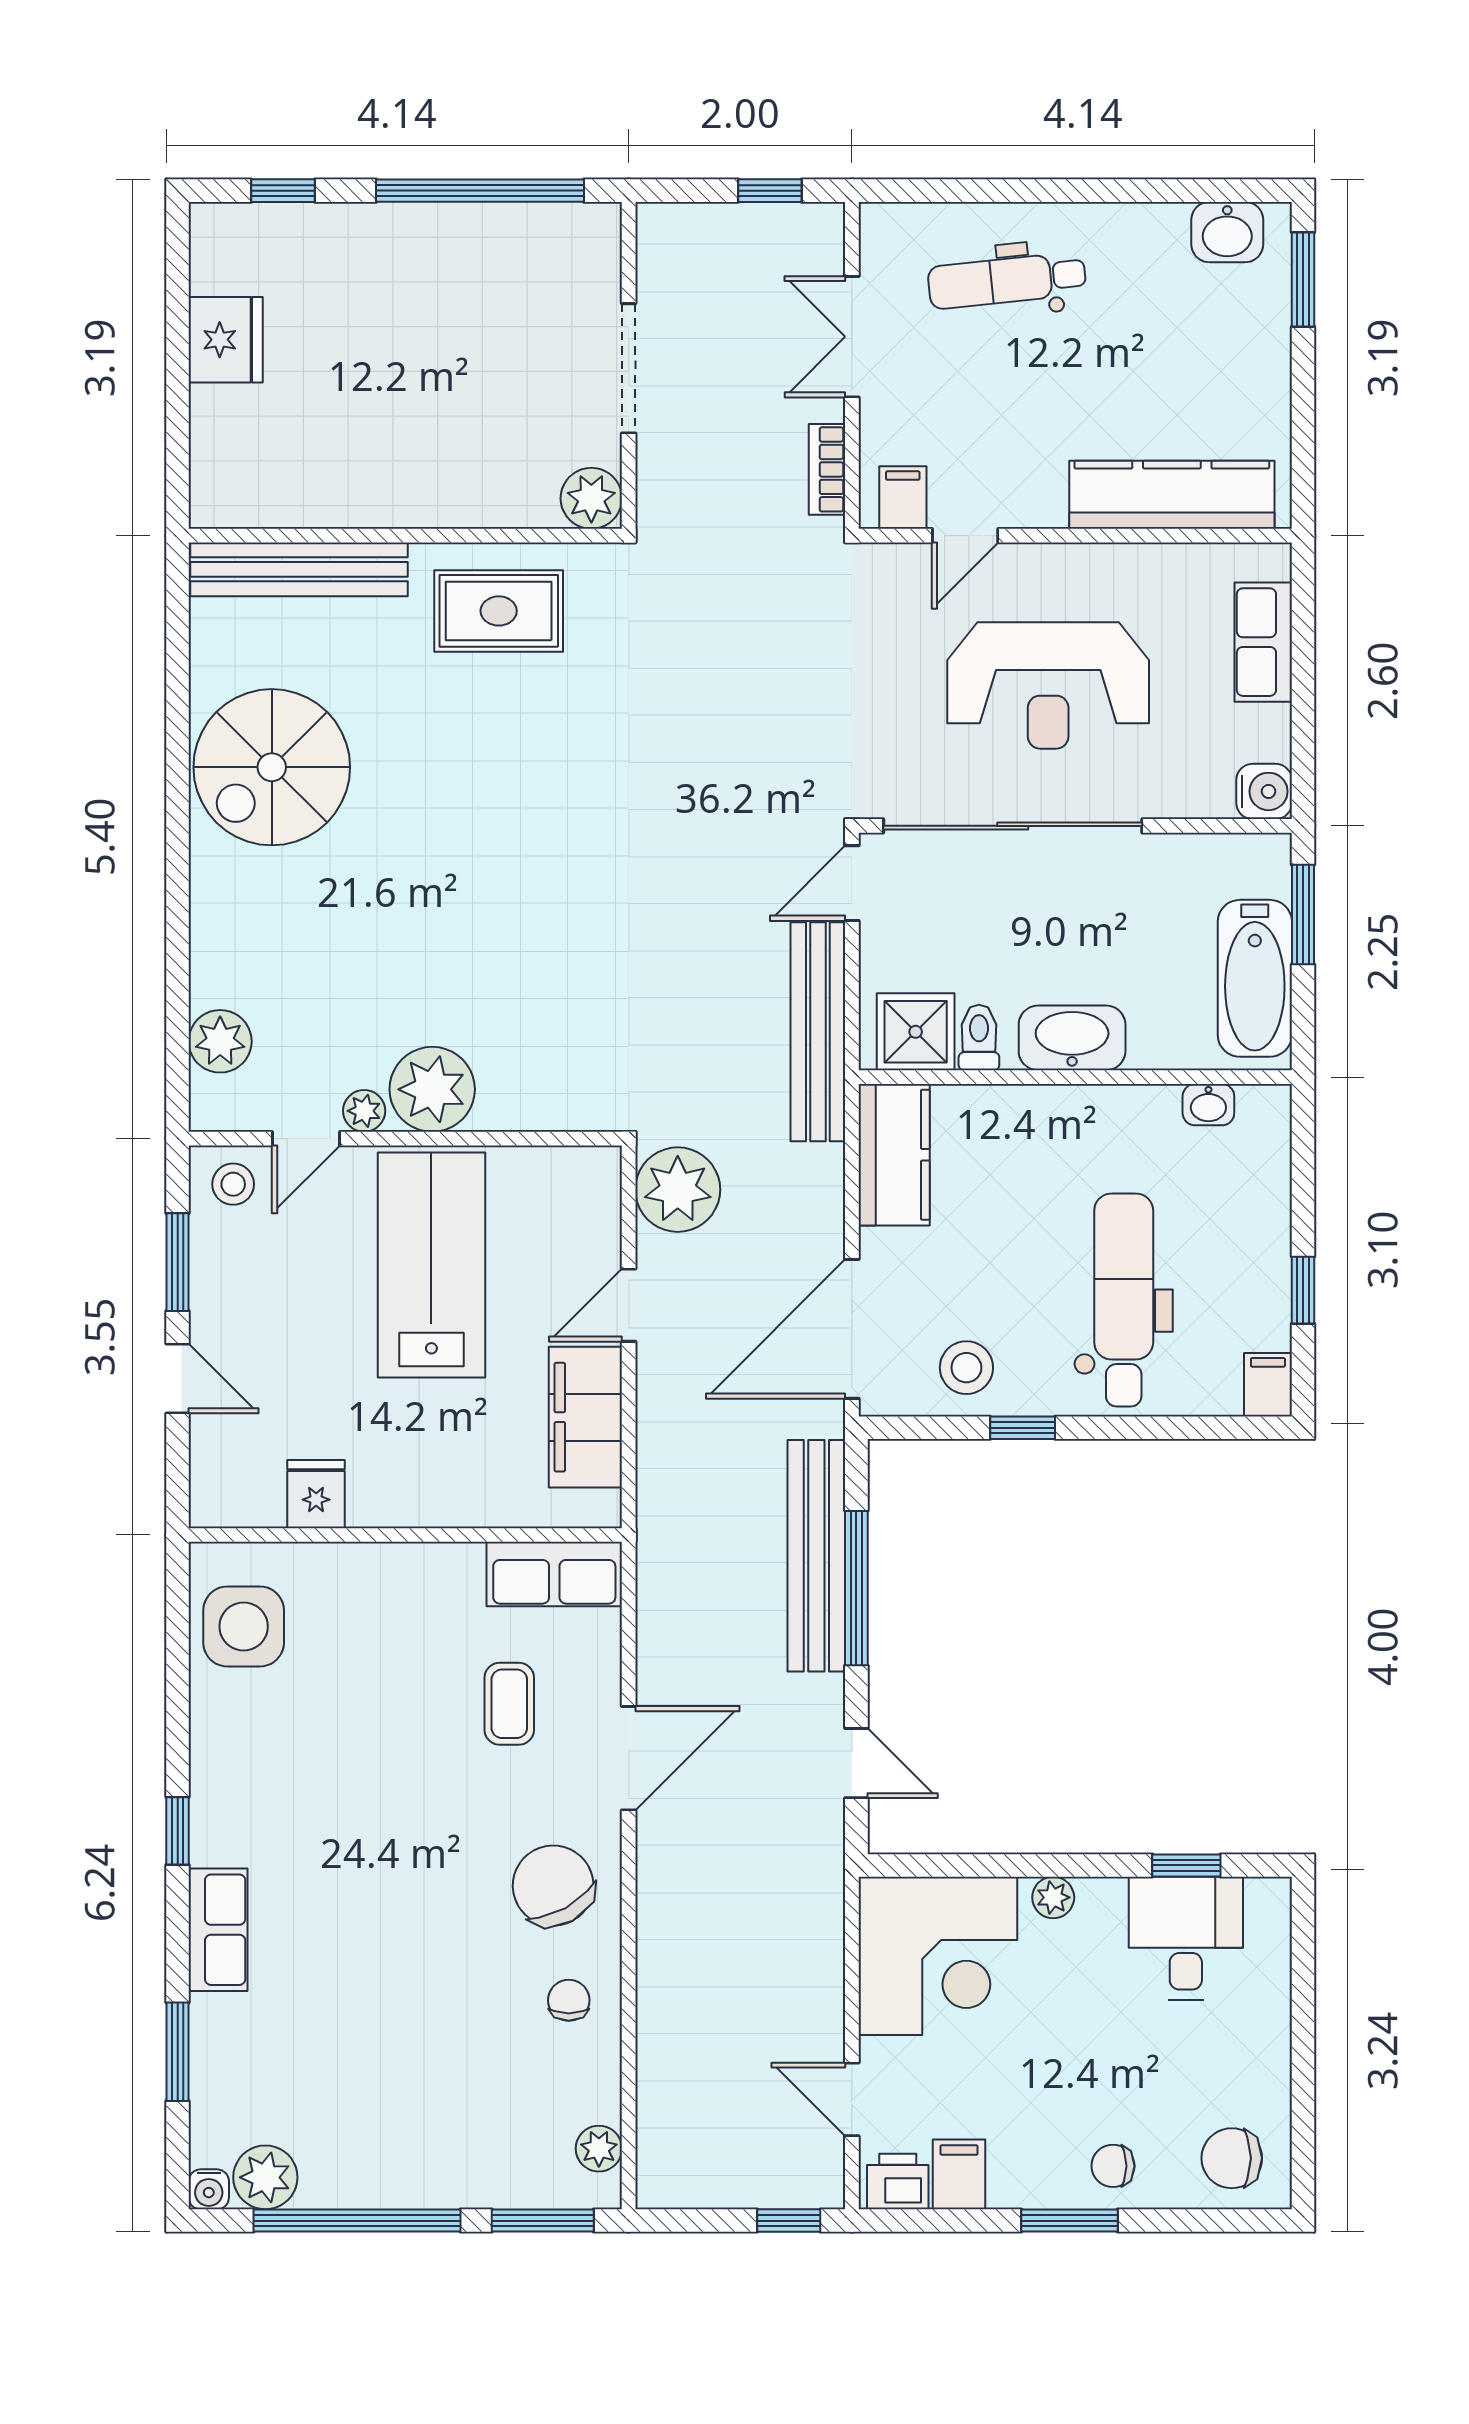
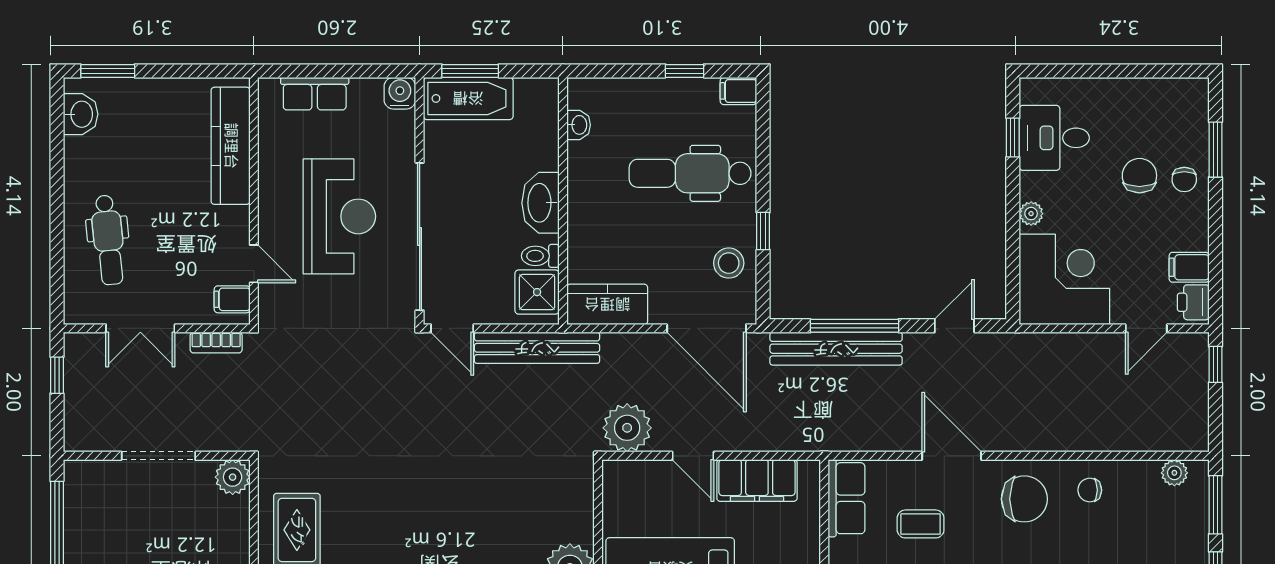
bathtub: (1255, 978) -> (468, 98), moved
chair: (553, 1886) -> (1024, 499), turned -151
chair: (1232, 2158) -> (1139, 176), moved, turned 180
window: (1070, 2221) -> (1215, 150), moved

